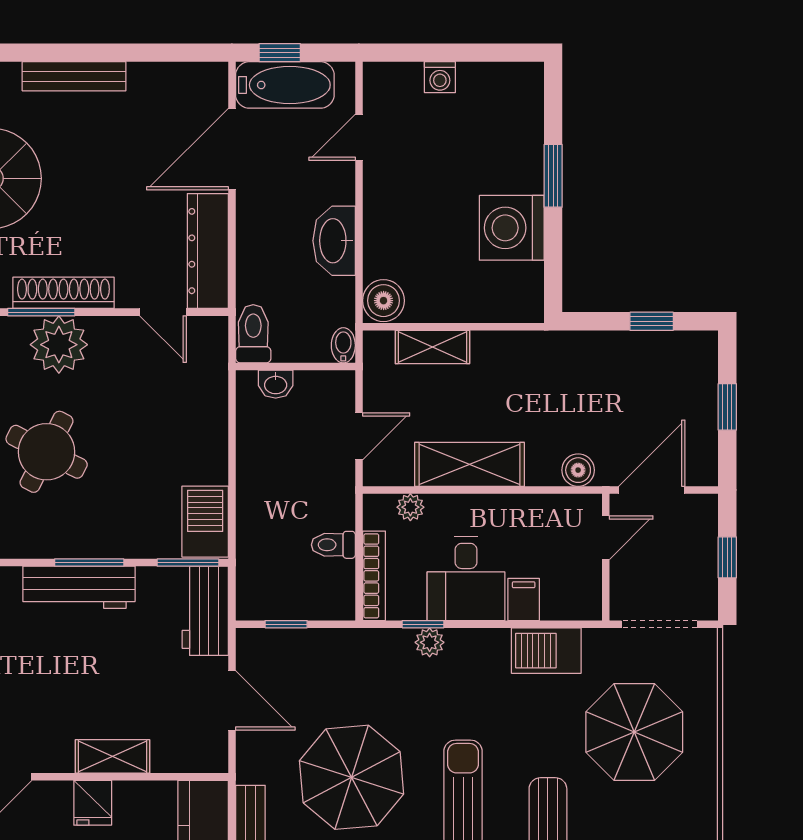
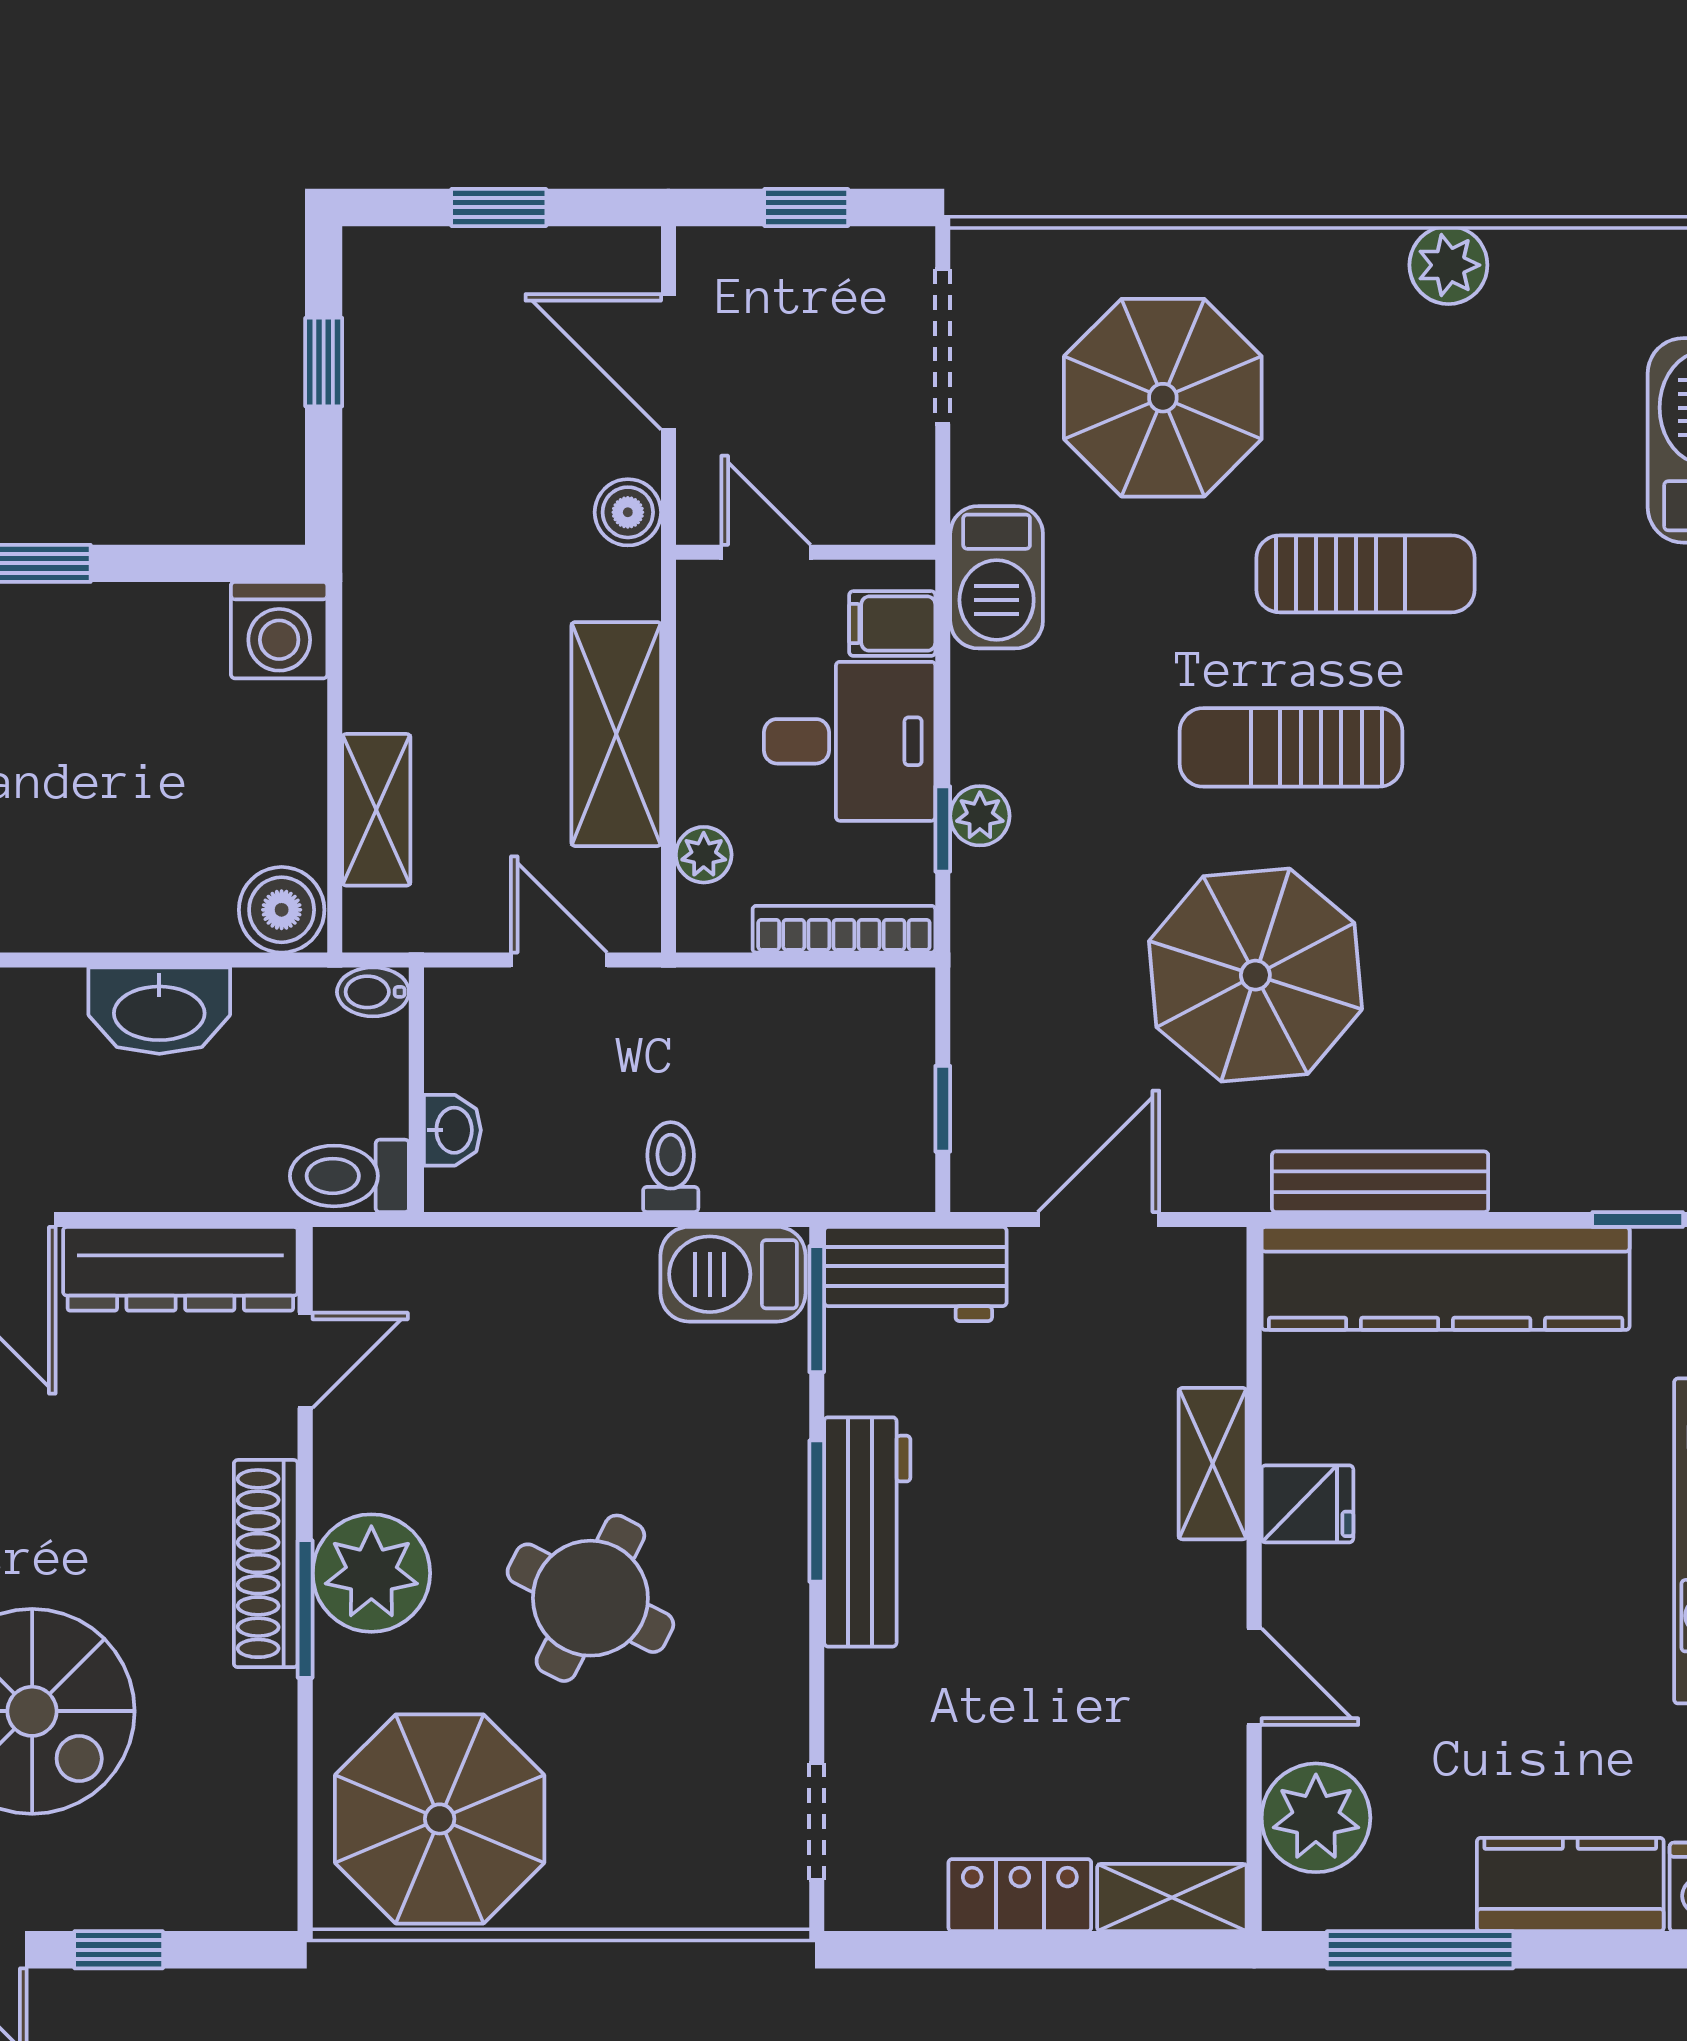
washing machine: (512, 228) -> (279, 630), moved, width x0.73, depth x0.73
door: (606, 538) -> (766, 552), moved
toilet: (333, 545) -> (671, 1167), moved, turned 180
wall: (606, 557) -> (806, 552), moved

